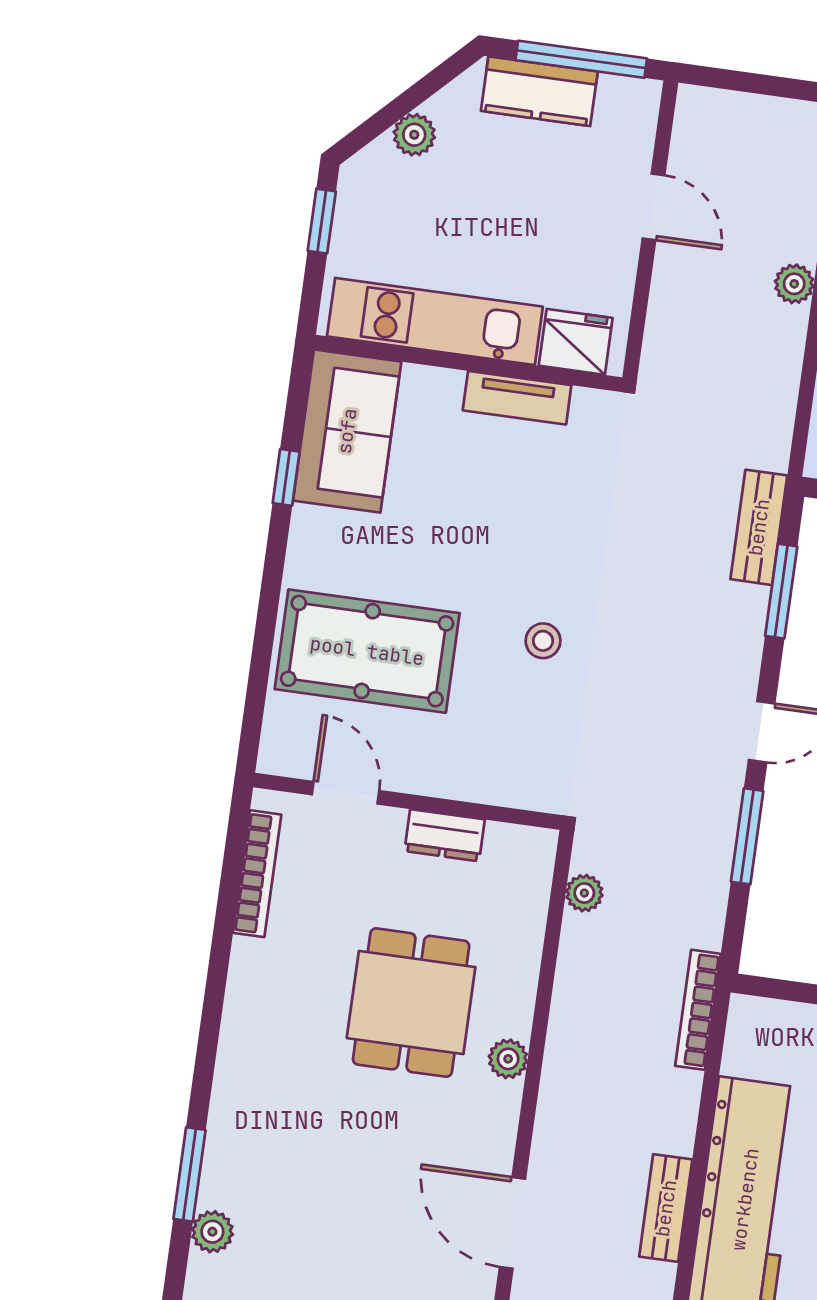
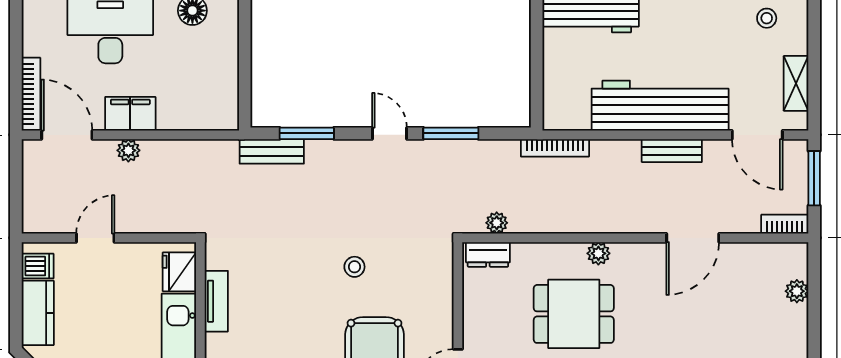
window: (581, 59) -> (16, 291), removed
dishwasher: (619, 102) -> (38, 266), added
dresser: (445, 835) -> (488, 254), moved, turned 90

